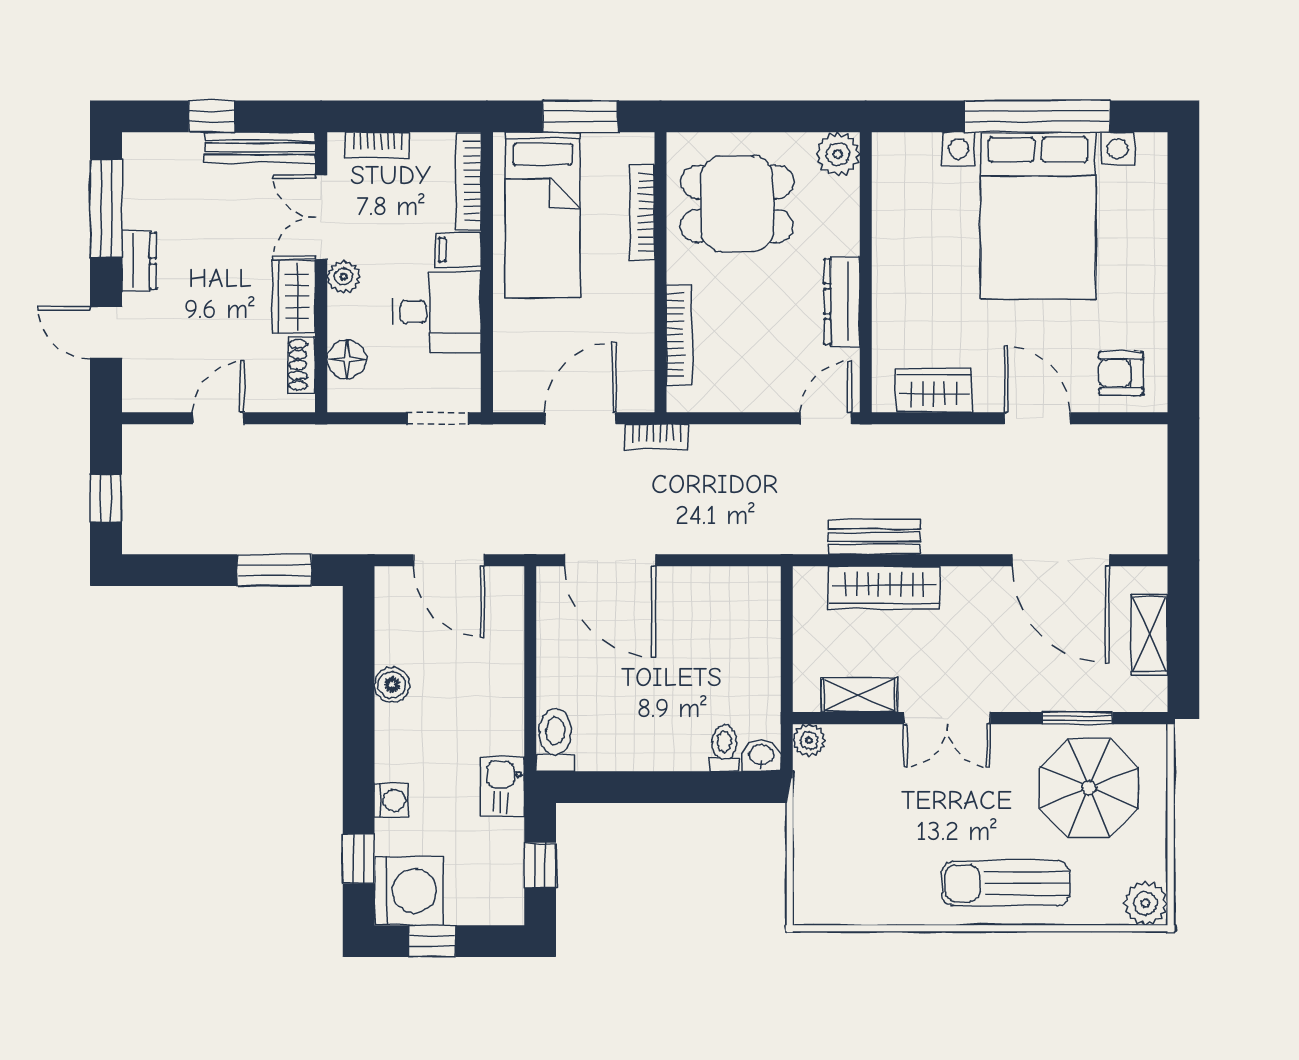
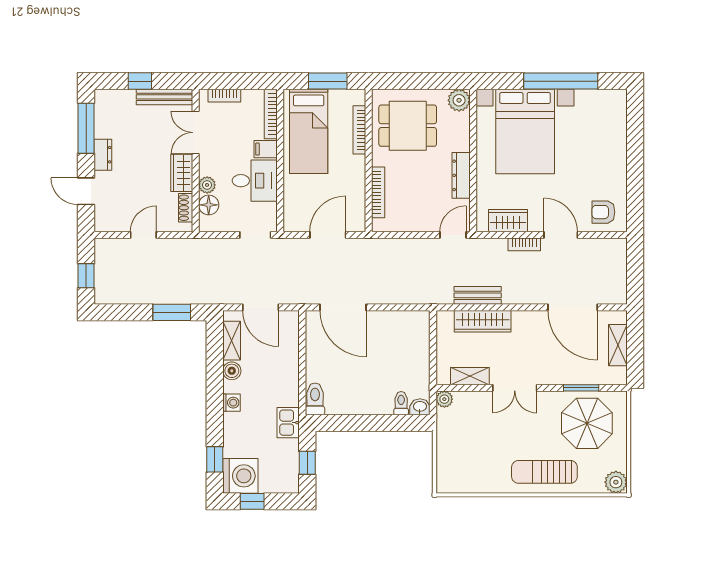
bed with nightstands: (1038, 215) -> (525, 132), moved
plant: (343, 277) -> (207, 185), moved
bookcase: (657, 437) -> (524, 244), moved
shelving: (392, 626) -> (232, 341), added
washing machine: (391, 801) -> (231, 403), moved

